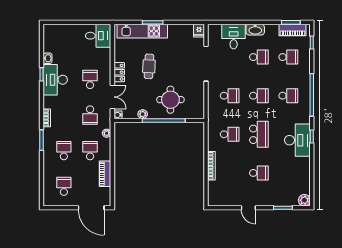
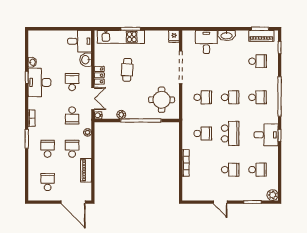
washbasin: (105, 55) -> (86, 60), added
school desk: (259, 57) -> (258, 170), moved
round table: (170, 100) -> (162, 100), moved
desk: (297, 140) -> (266, 135), width x0.73

